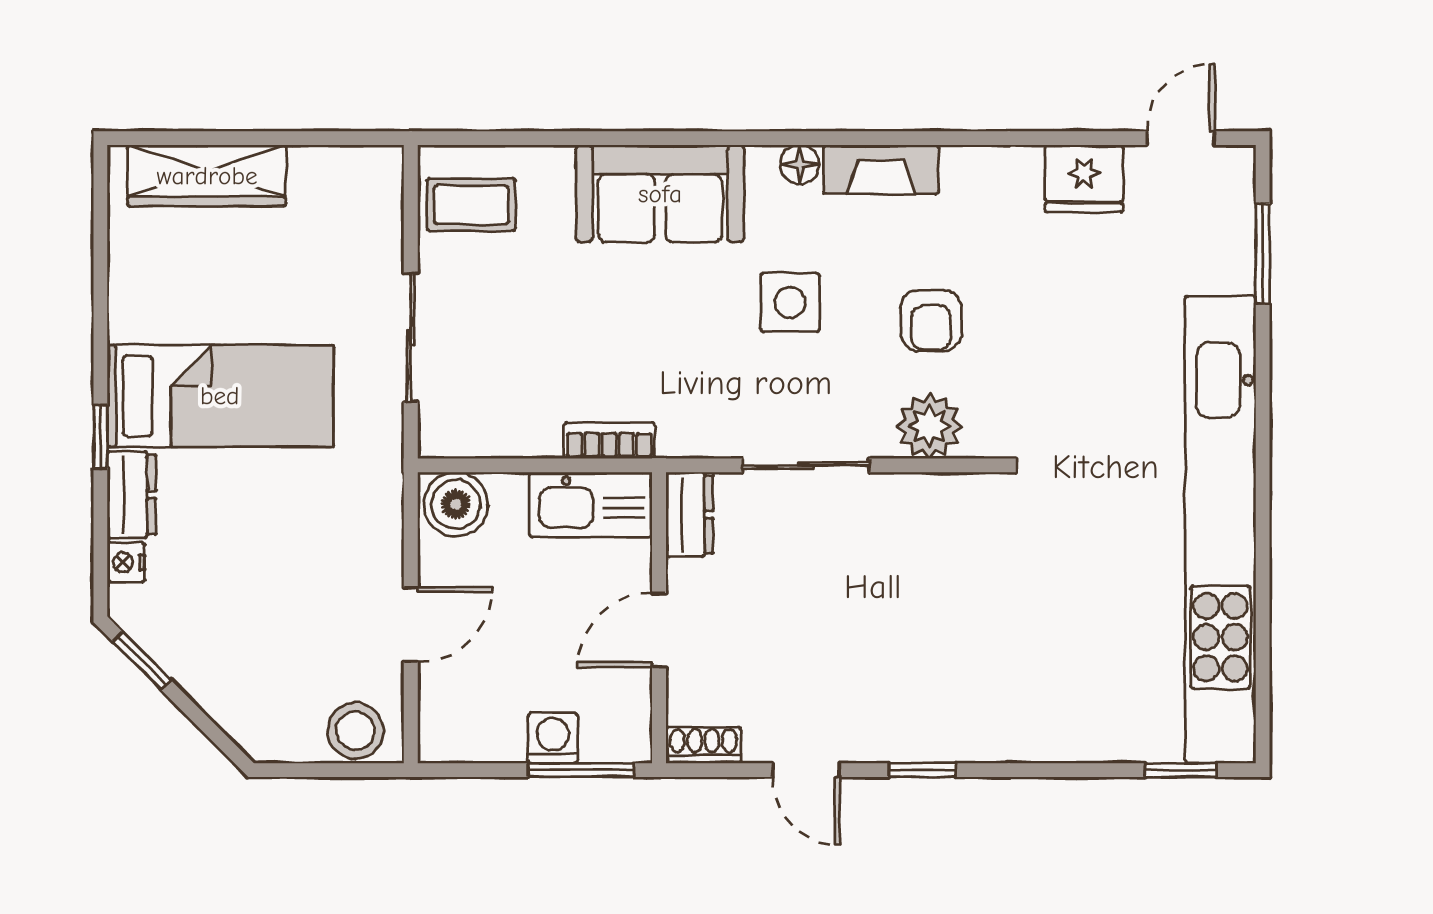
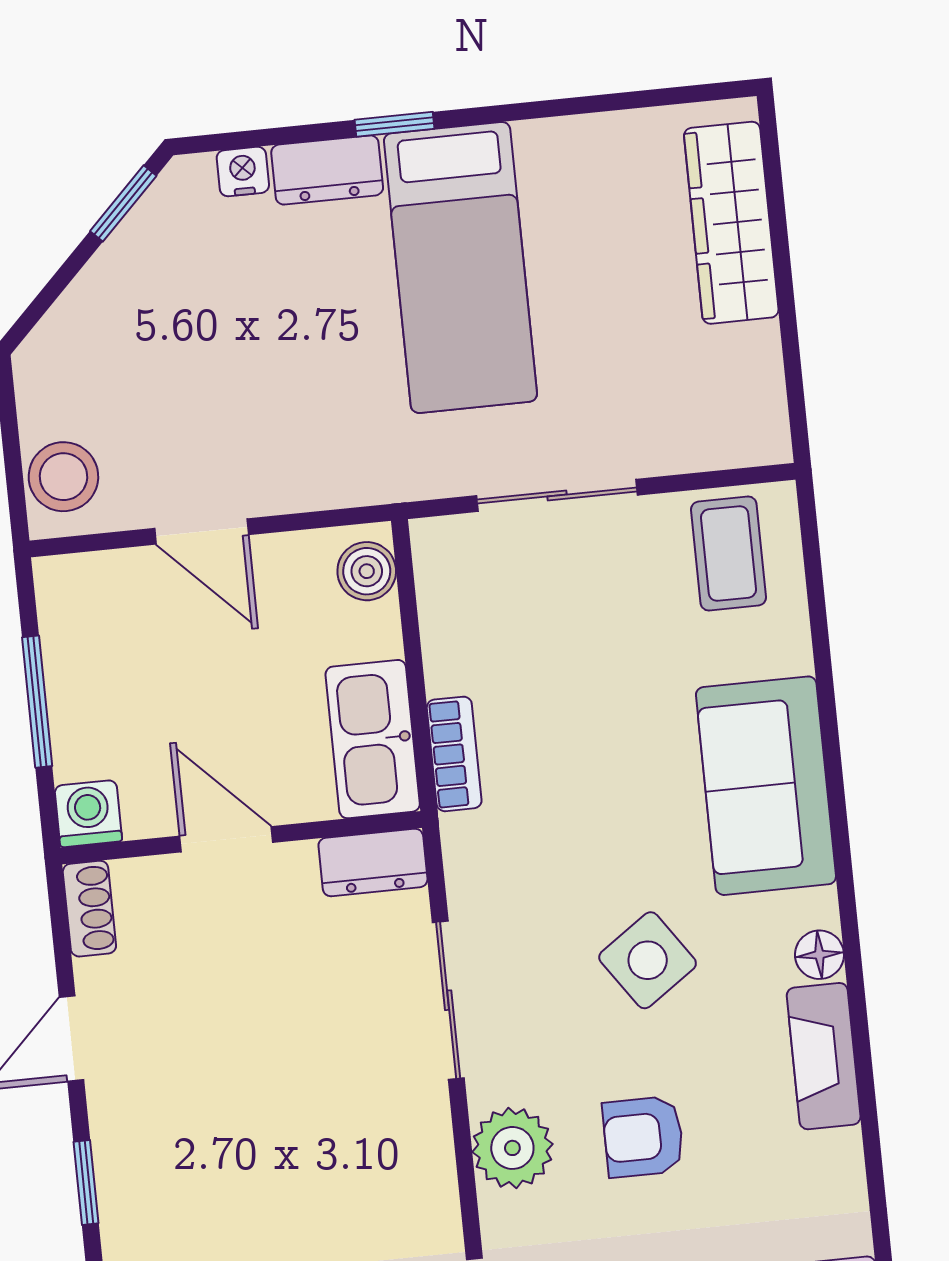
side table: (790, 303) -> (648, 960), turned -35
boiler: (456, 504) -> (367, 571), width x0.73, depth x0.73
washing machine: (553, 738) -> (88, 814), moved, turned -90
window: (581, 770) -> (37, 702), moved

